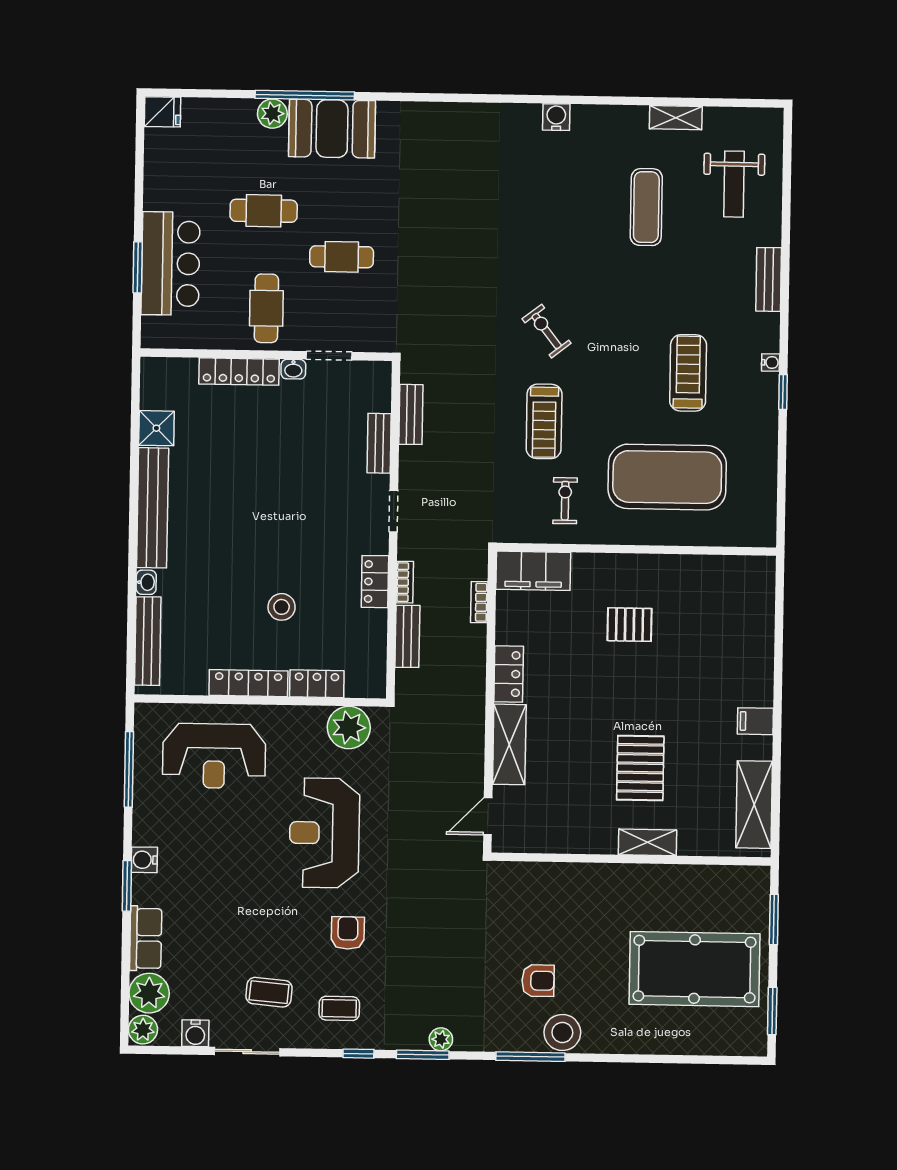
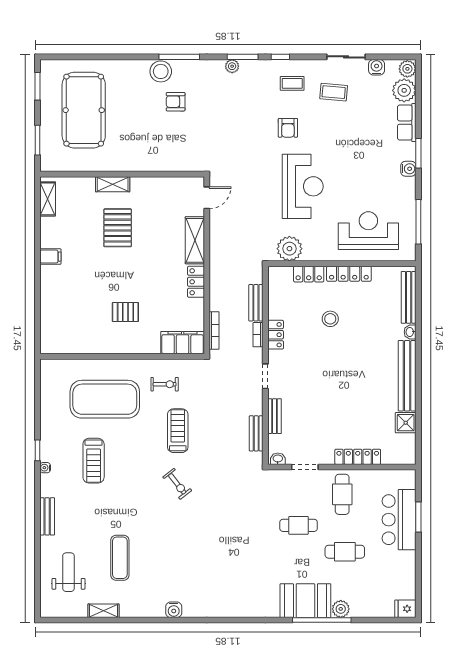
washbasin: (293, 369) -> (278, 459), moved
exercise bike: (565, 501) -> (165, 384), turned -90
bookcase: (479, 602) -> (214, 330), width x1.56
shelving: (754, 805) -> (48, 199), width x0.67, depth x0.75
pool table: (694, 969) -> (84, 110), turned 90

